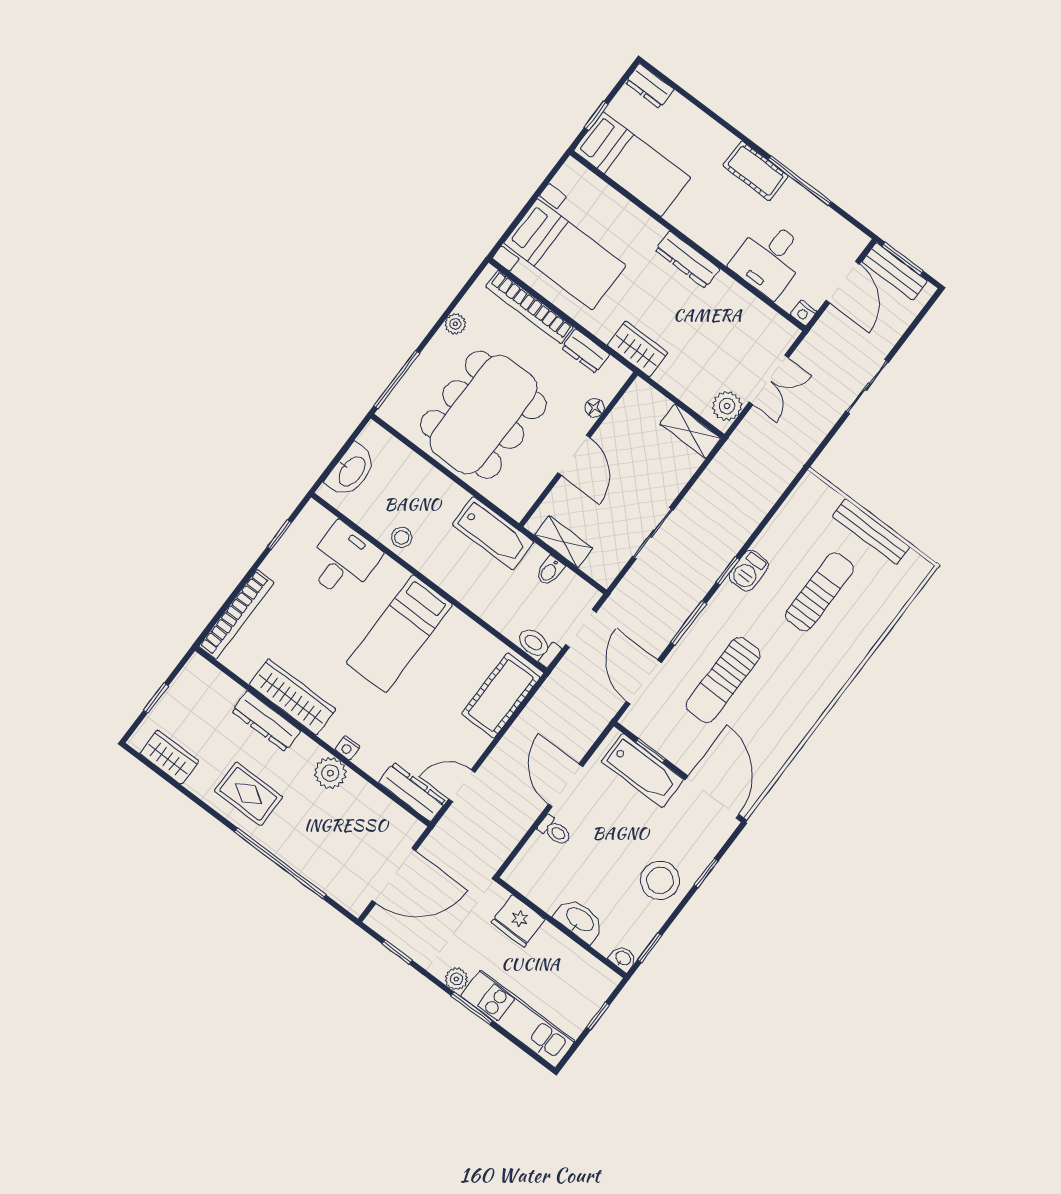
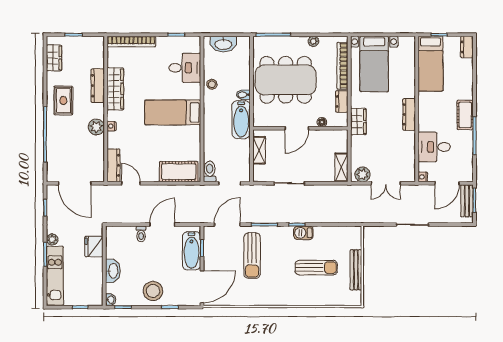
bidet: (550, 571) -> (243, 95), moved
sun lounger: (723, 680) -> (252, 256), turned -90

